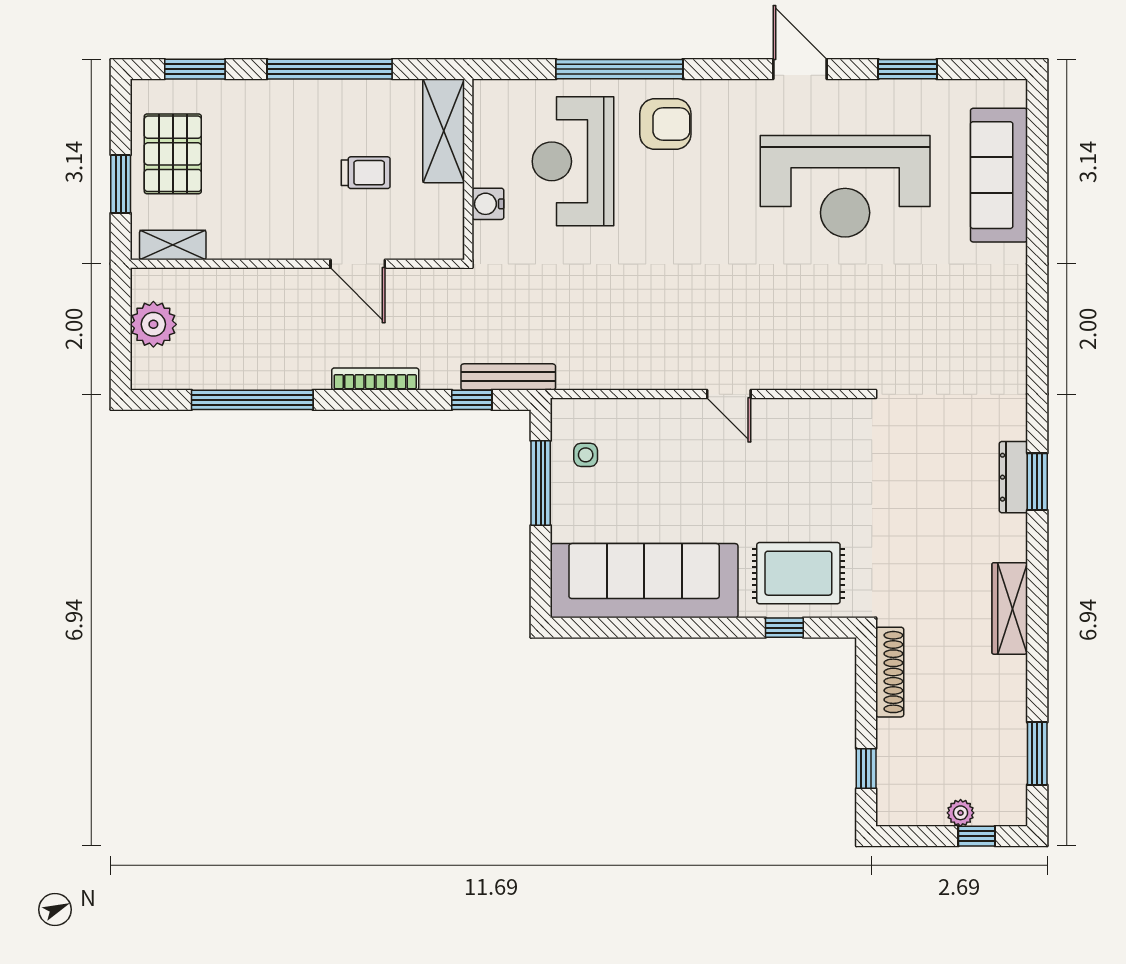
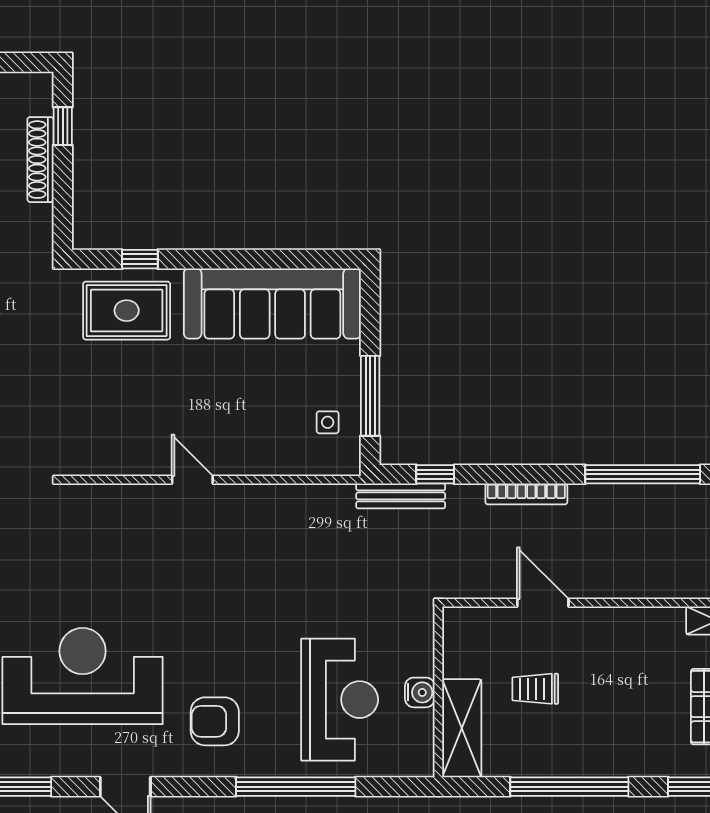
armchair: (665, 124) -> (215, 721), moved
water cooler: (488, 204) -> (420, 692), moved
shoe rack: (890, 672) -> (40, 160), moved

